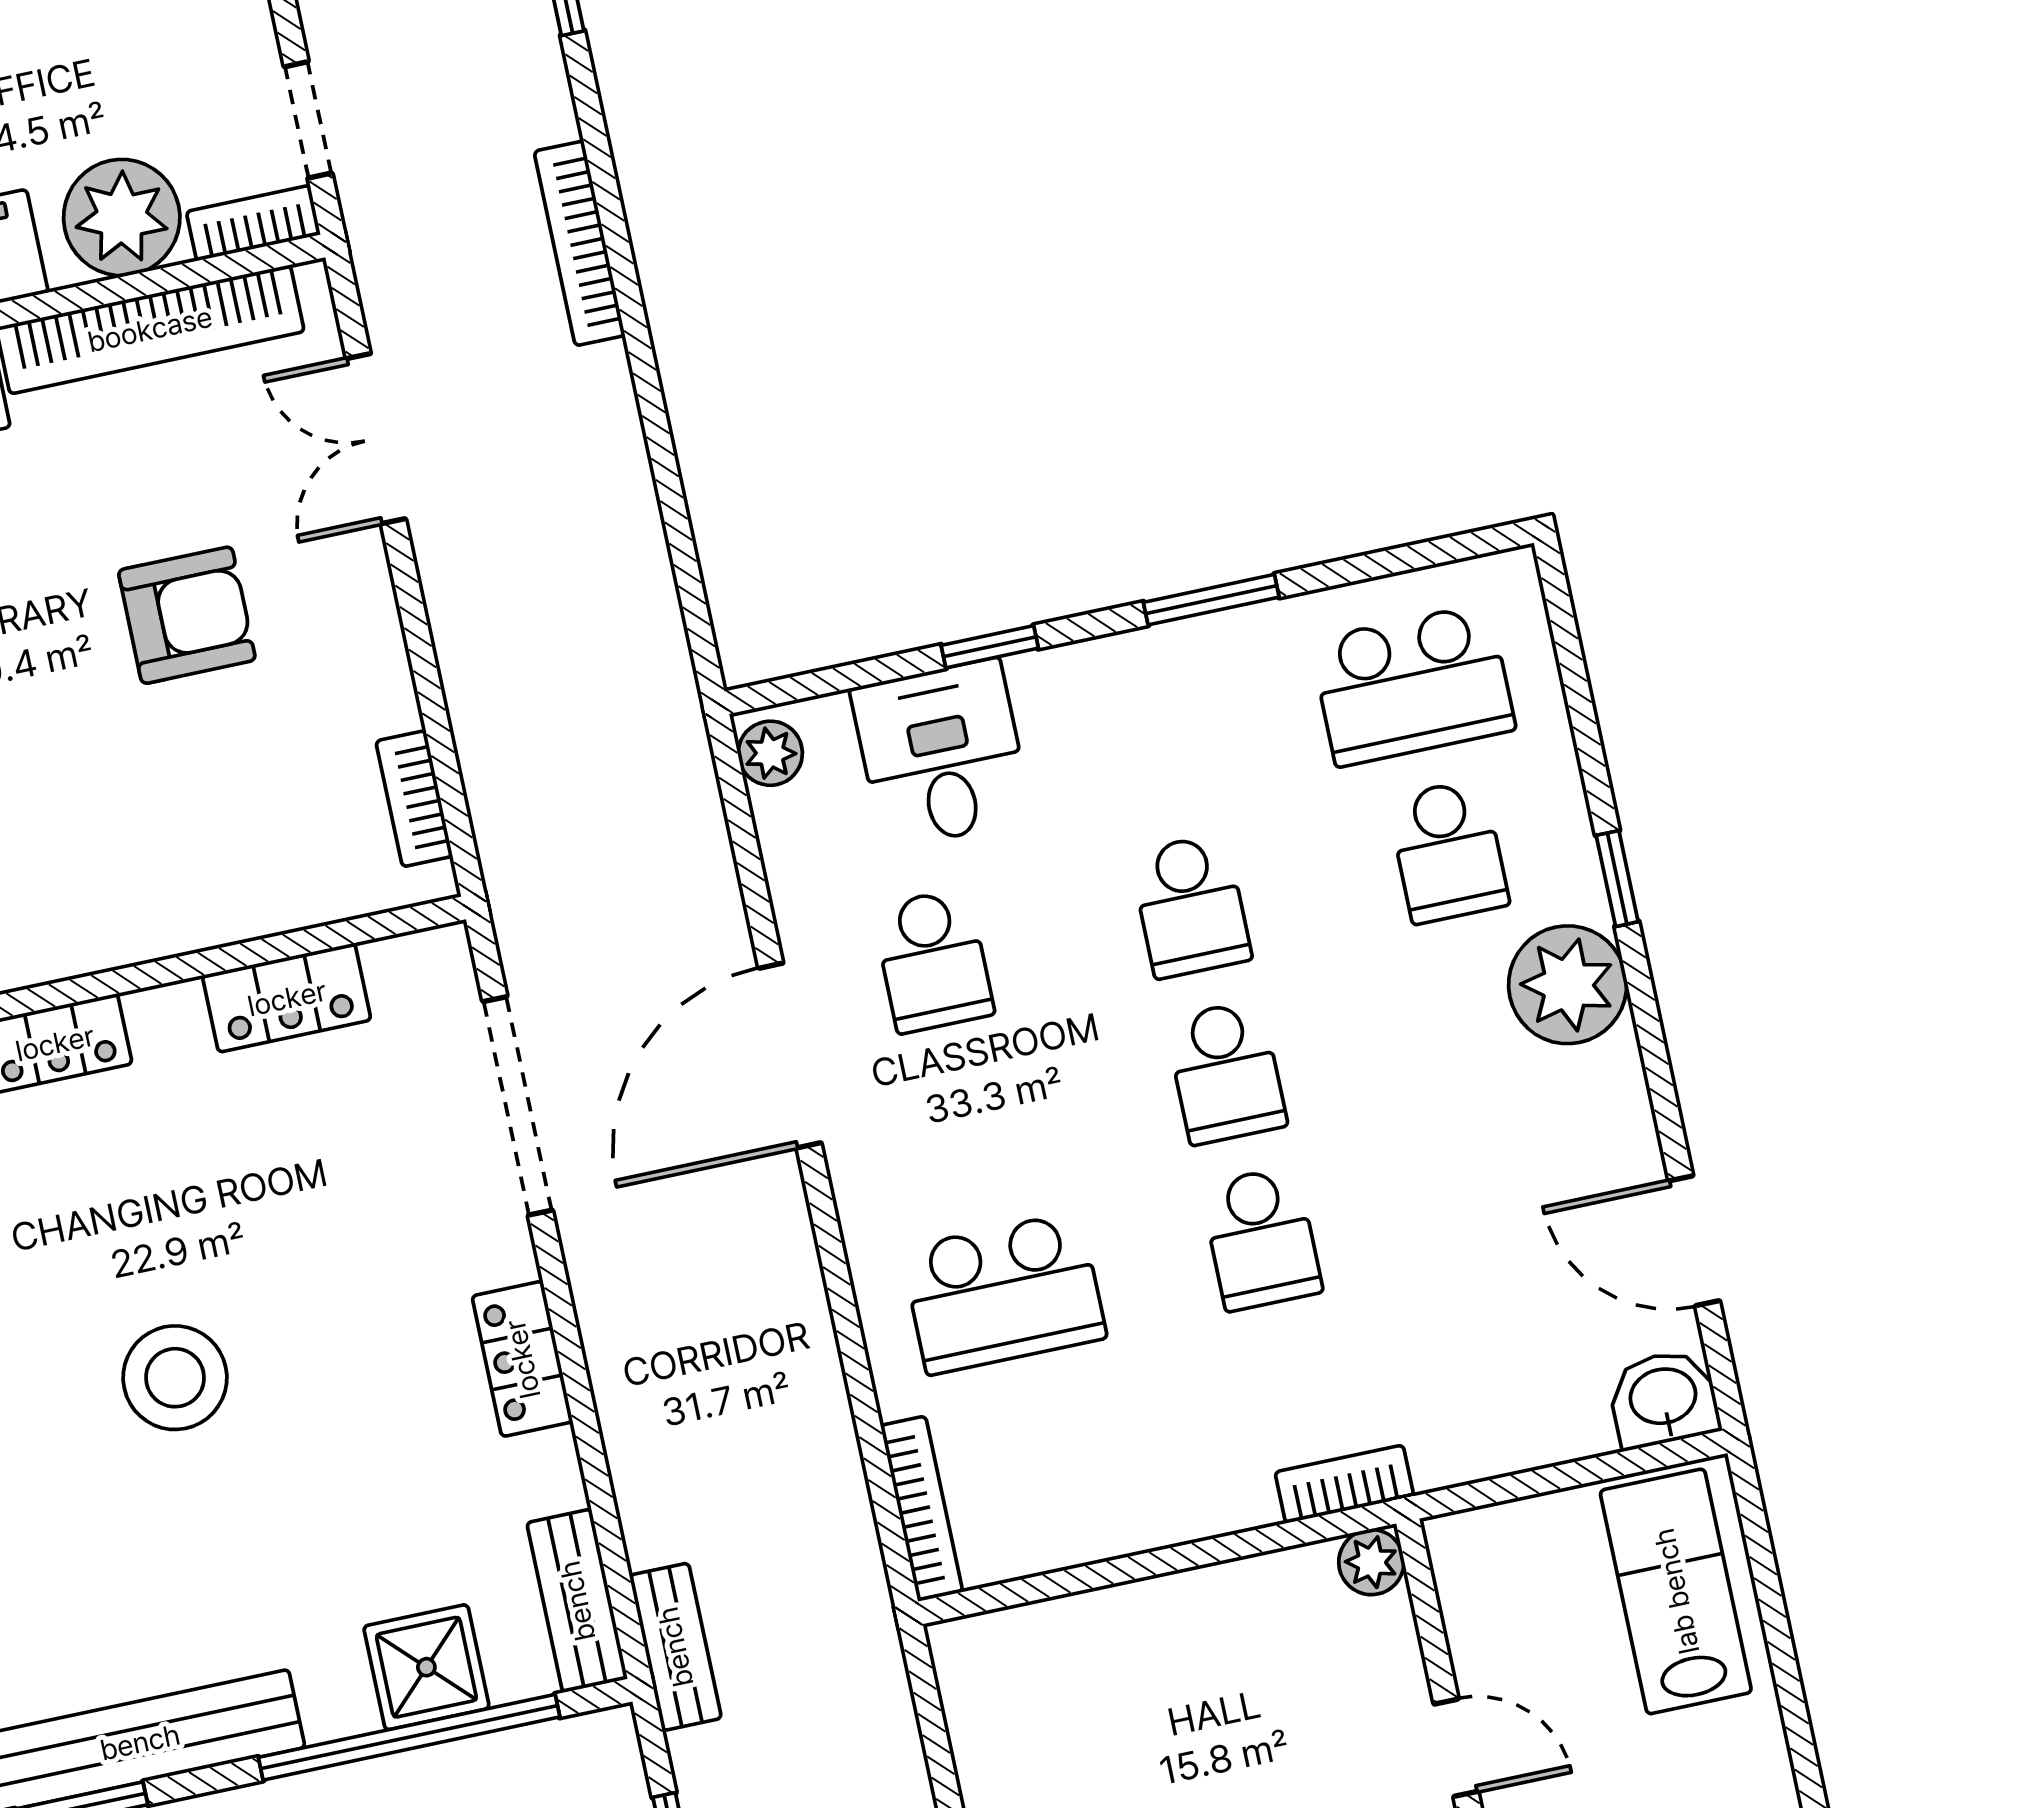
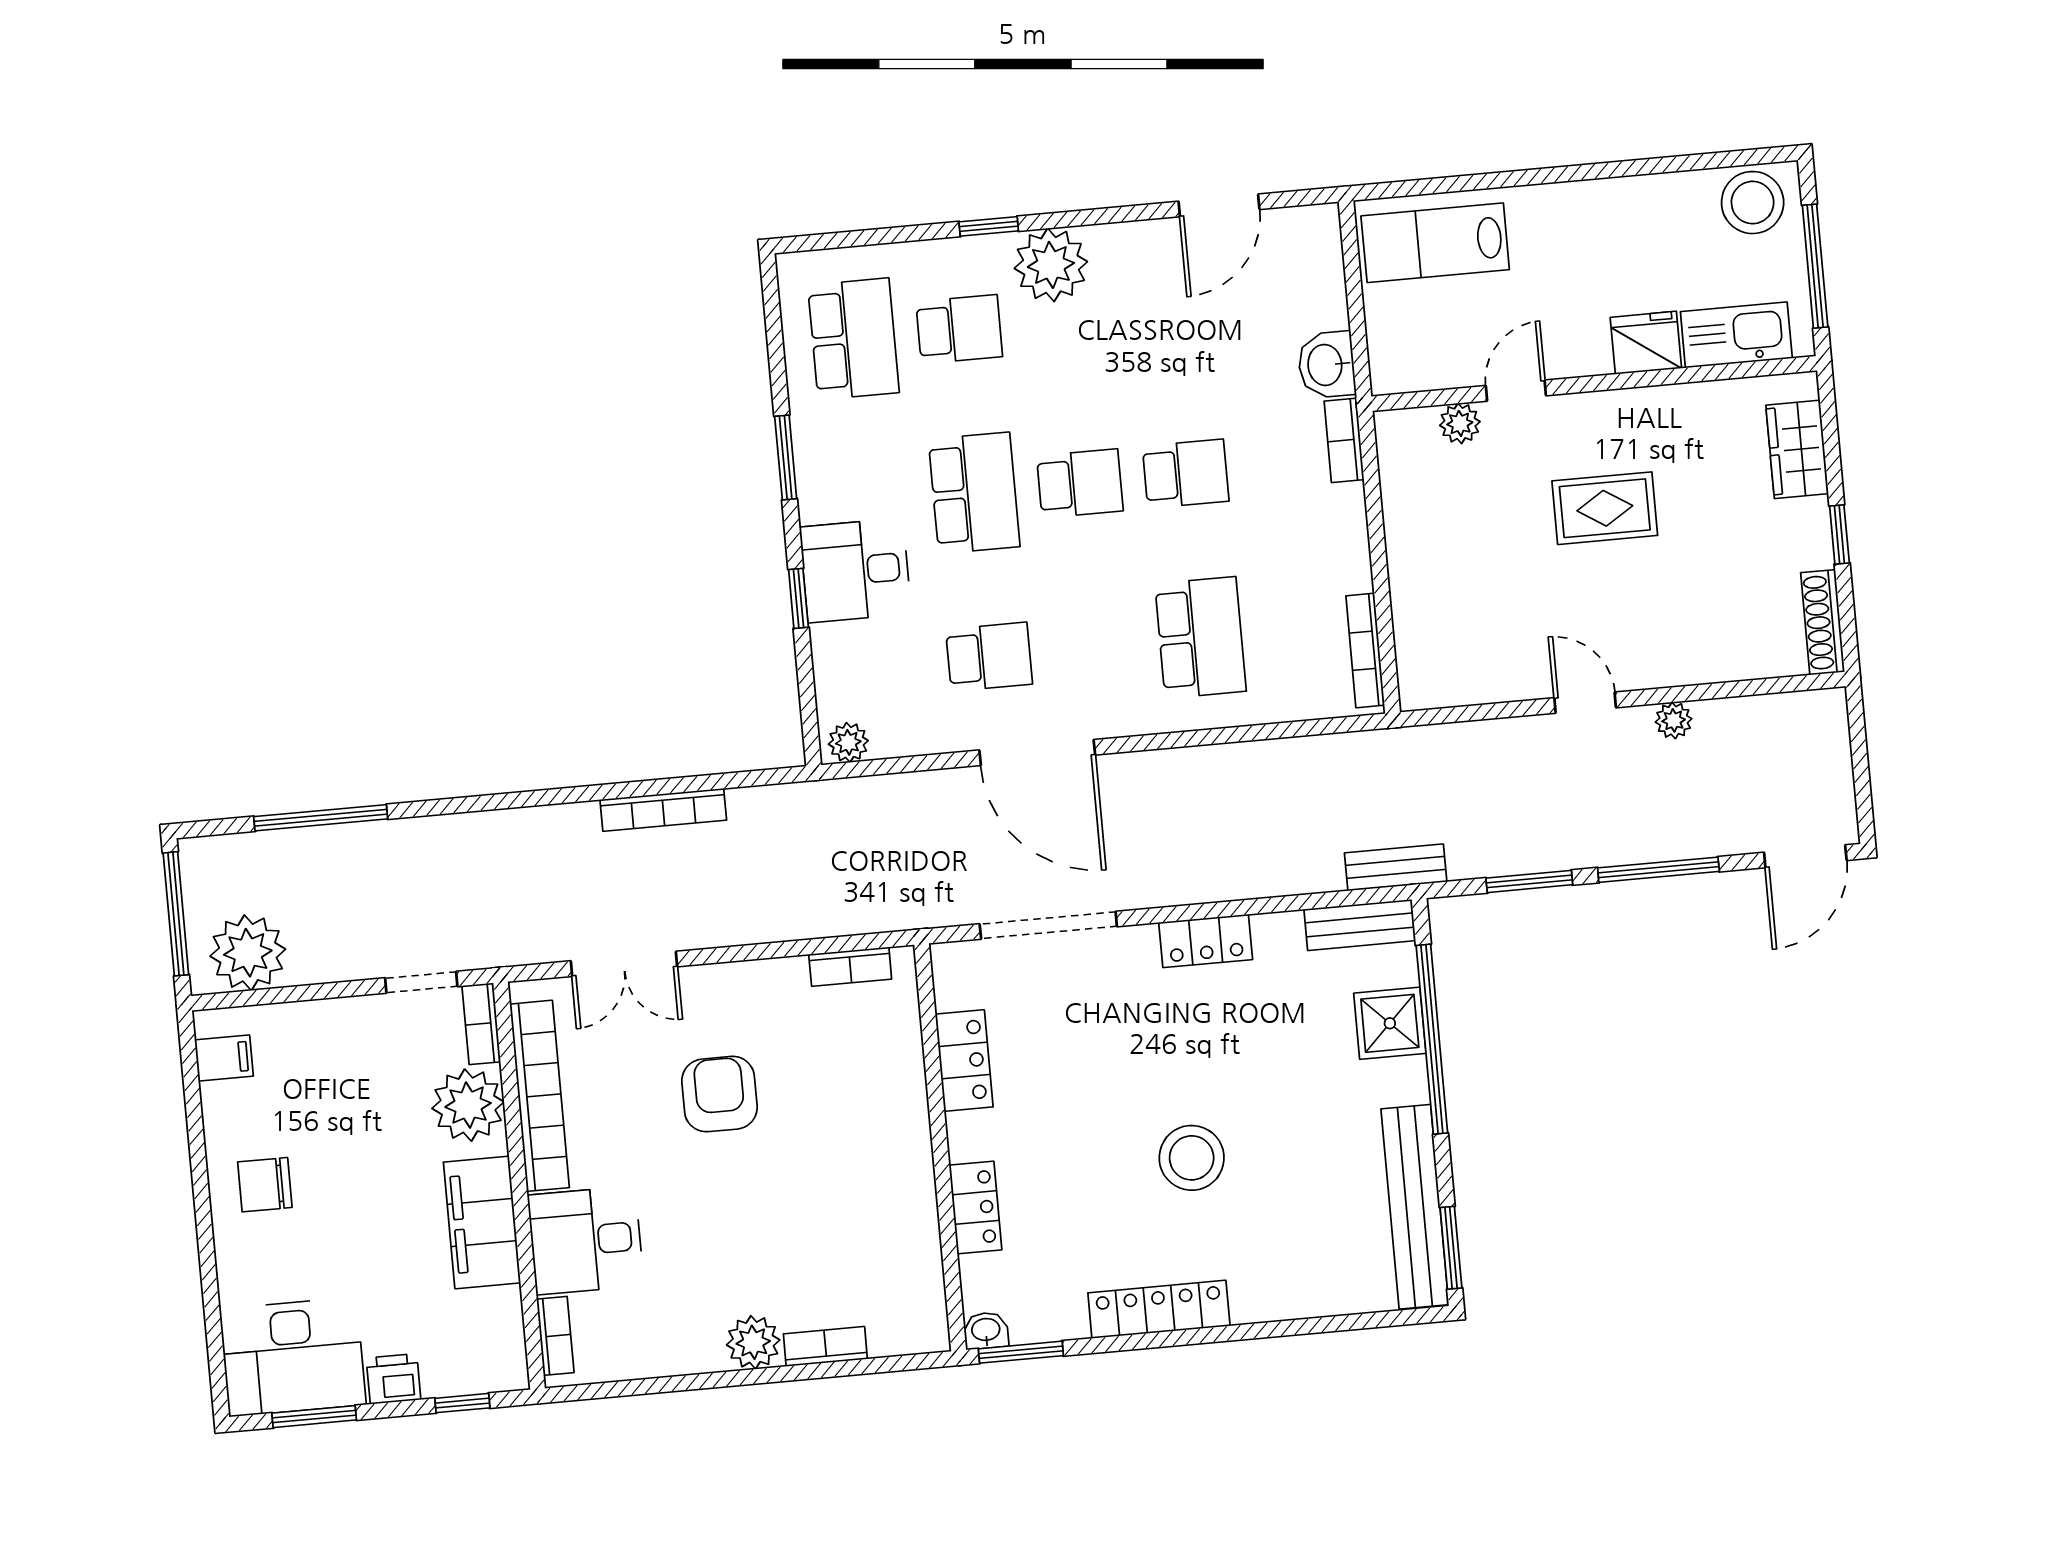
bookcase: (579, 243) -> (663, 810), moved
desk: (941, 754) -> (855, 570), moved
school desk: (1191, 906) -> (974, 493), width x1.85
washbasin: (1664, 1399) -> (1326, 365), moved
bookcase: (922, 1509) -> (1365, 651), moved, turned -90
plant: (1371, 1562) -> (1460, 423), moved

